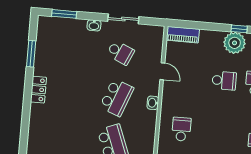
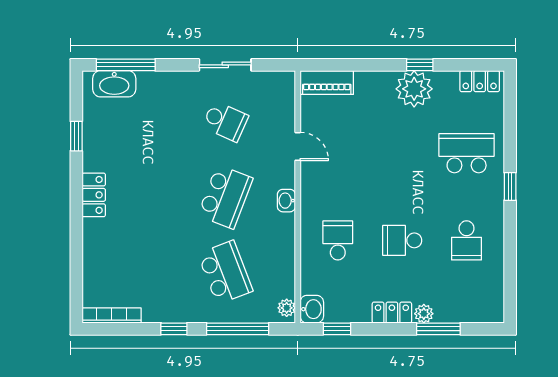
window: (64, 14) -> (126, 65), width x1.44
washbasin: (94, 25) -> (114, 84), moved, width x1.91, depth x1.45
window: (31, 54) -> (76, 136), width x0.67
school desk: (224, 81) -> (402, 240), moved, turned 180

